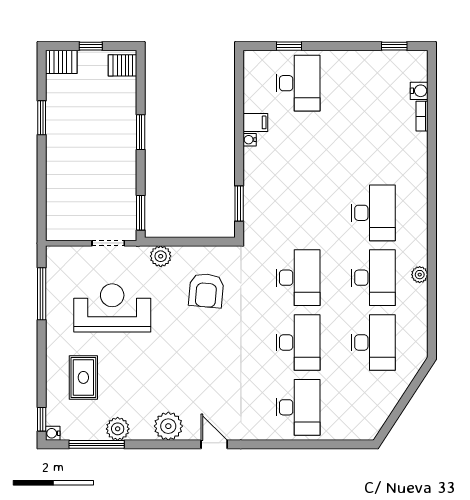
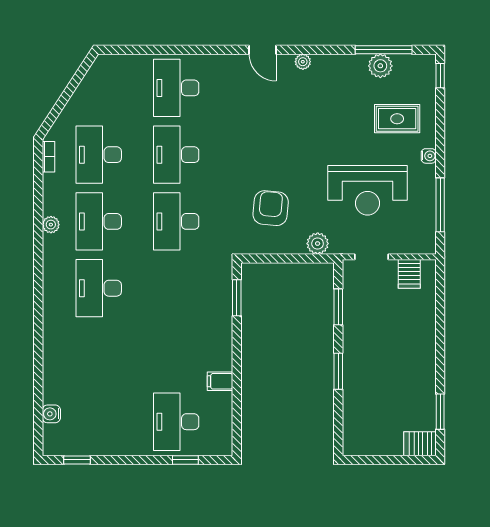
window: (91, 46) -> (390, 460), removed
server rack: (123, 65) -> (409, 274), moved, turned 90
bookcase: (422, 116) -> (48, 157), moved
window: (42, 118) -> (440, 412), moved
water cooler: (250, 140) -> (226, 364), removed
window: (141, 213) -> (338, 307), moved
rug: (83, 377) -> (397, 119), turned 90
plant: (168, 426) -> (303, 62), width x0.53, depth x0.53
plant: (118, 429) -> (380, 66), moved
water cooler: (53, 433) -> (429, 156), moved

